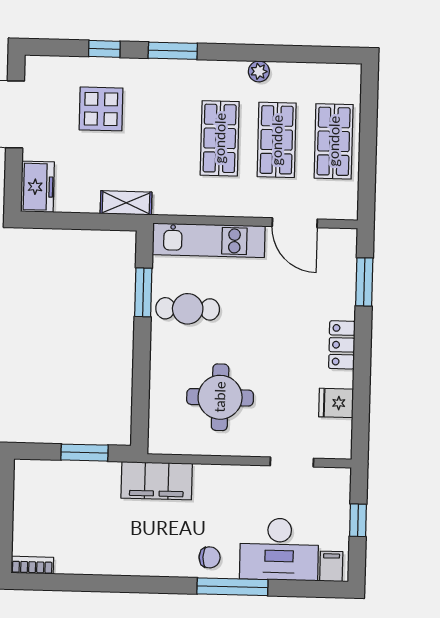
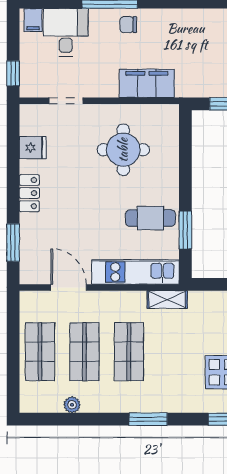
window: (173, 51) -> (148, 419), moved
plant: (259, 71) -> (72, 405), moved
shelving: (126, 203) -> (167, 299), moved
filing cabinet: (157, 481) -> (147, 83), moved
window: (358, 520) -> (13, 73), moved
desk: (279, 549) -> (66, 32), width x0.73

